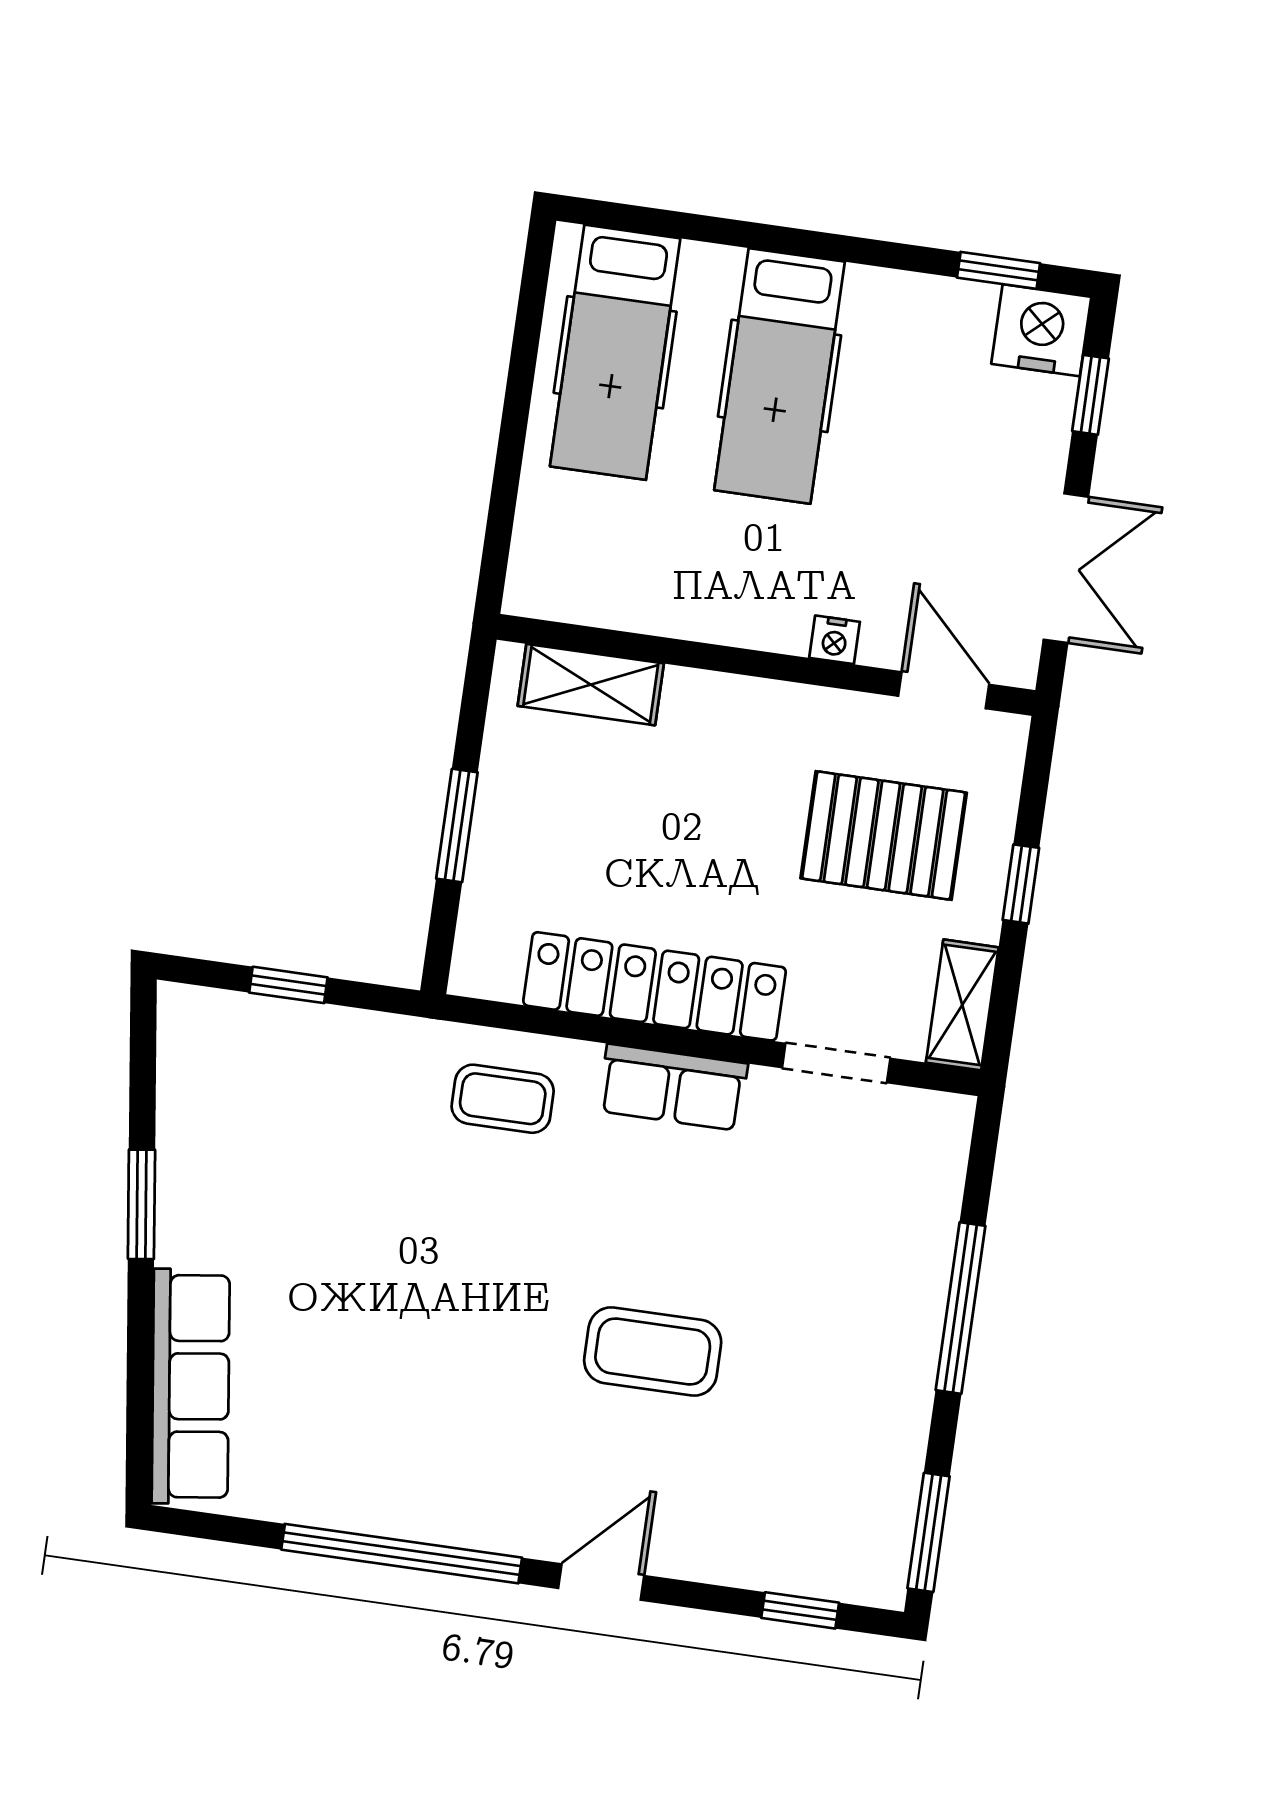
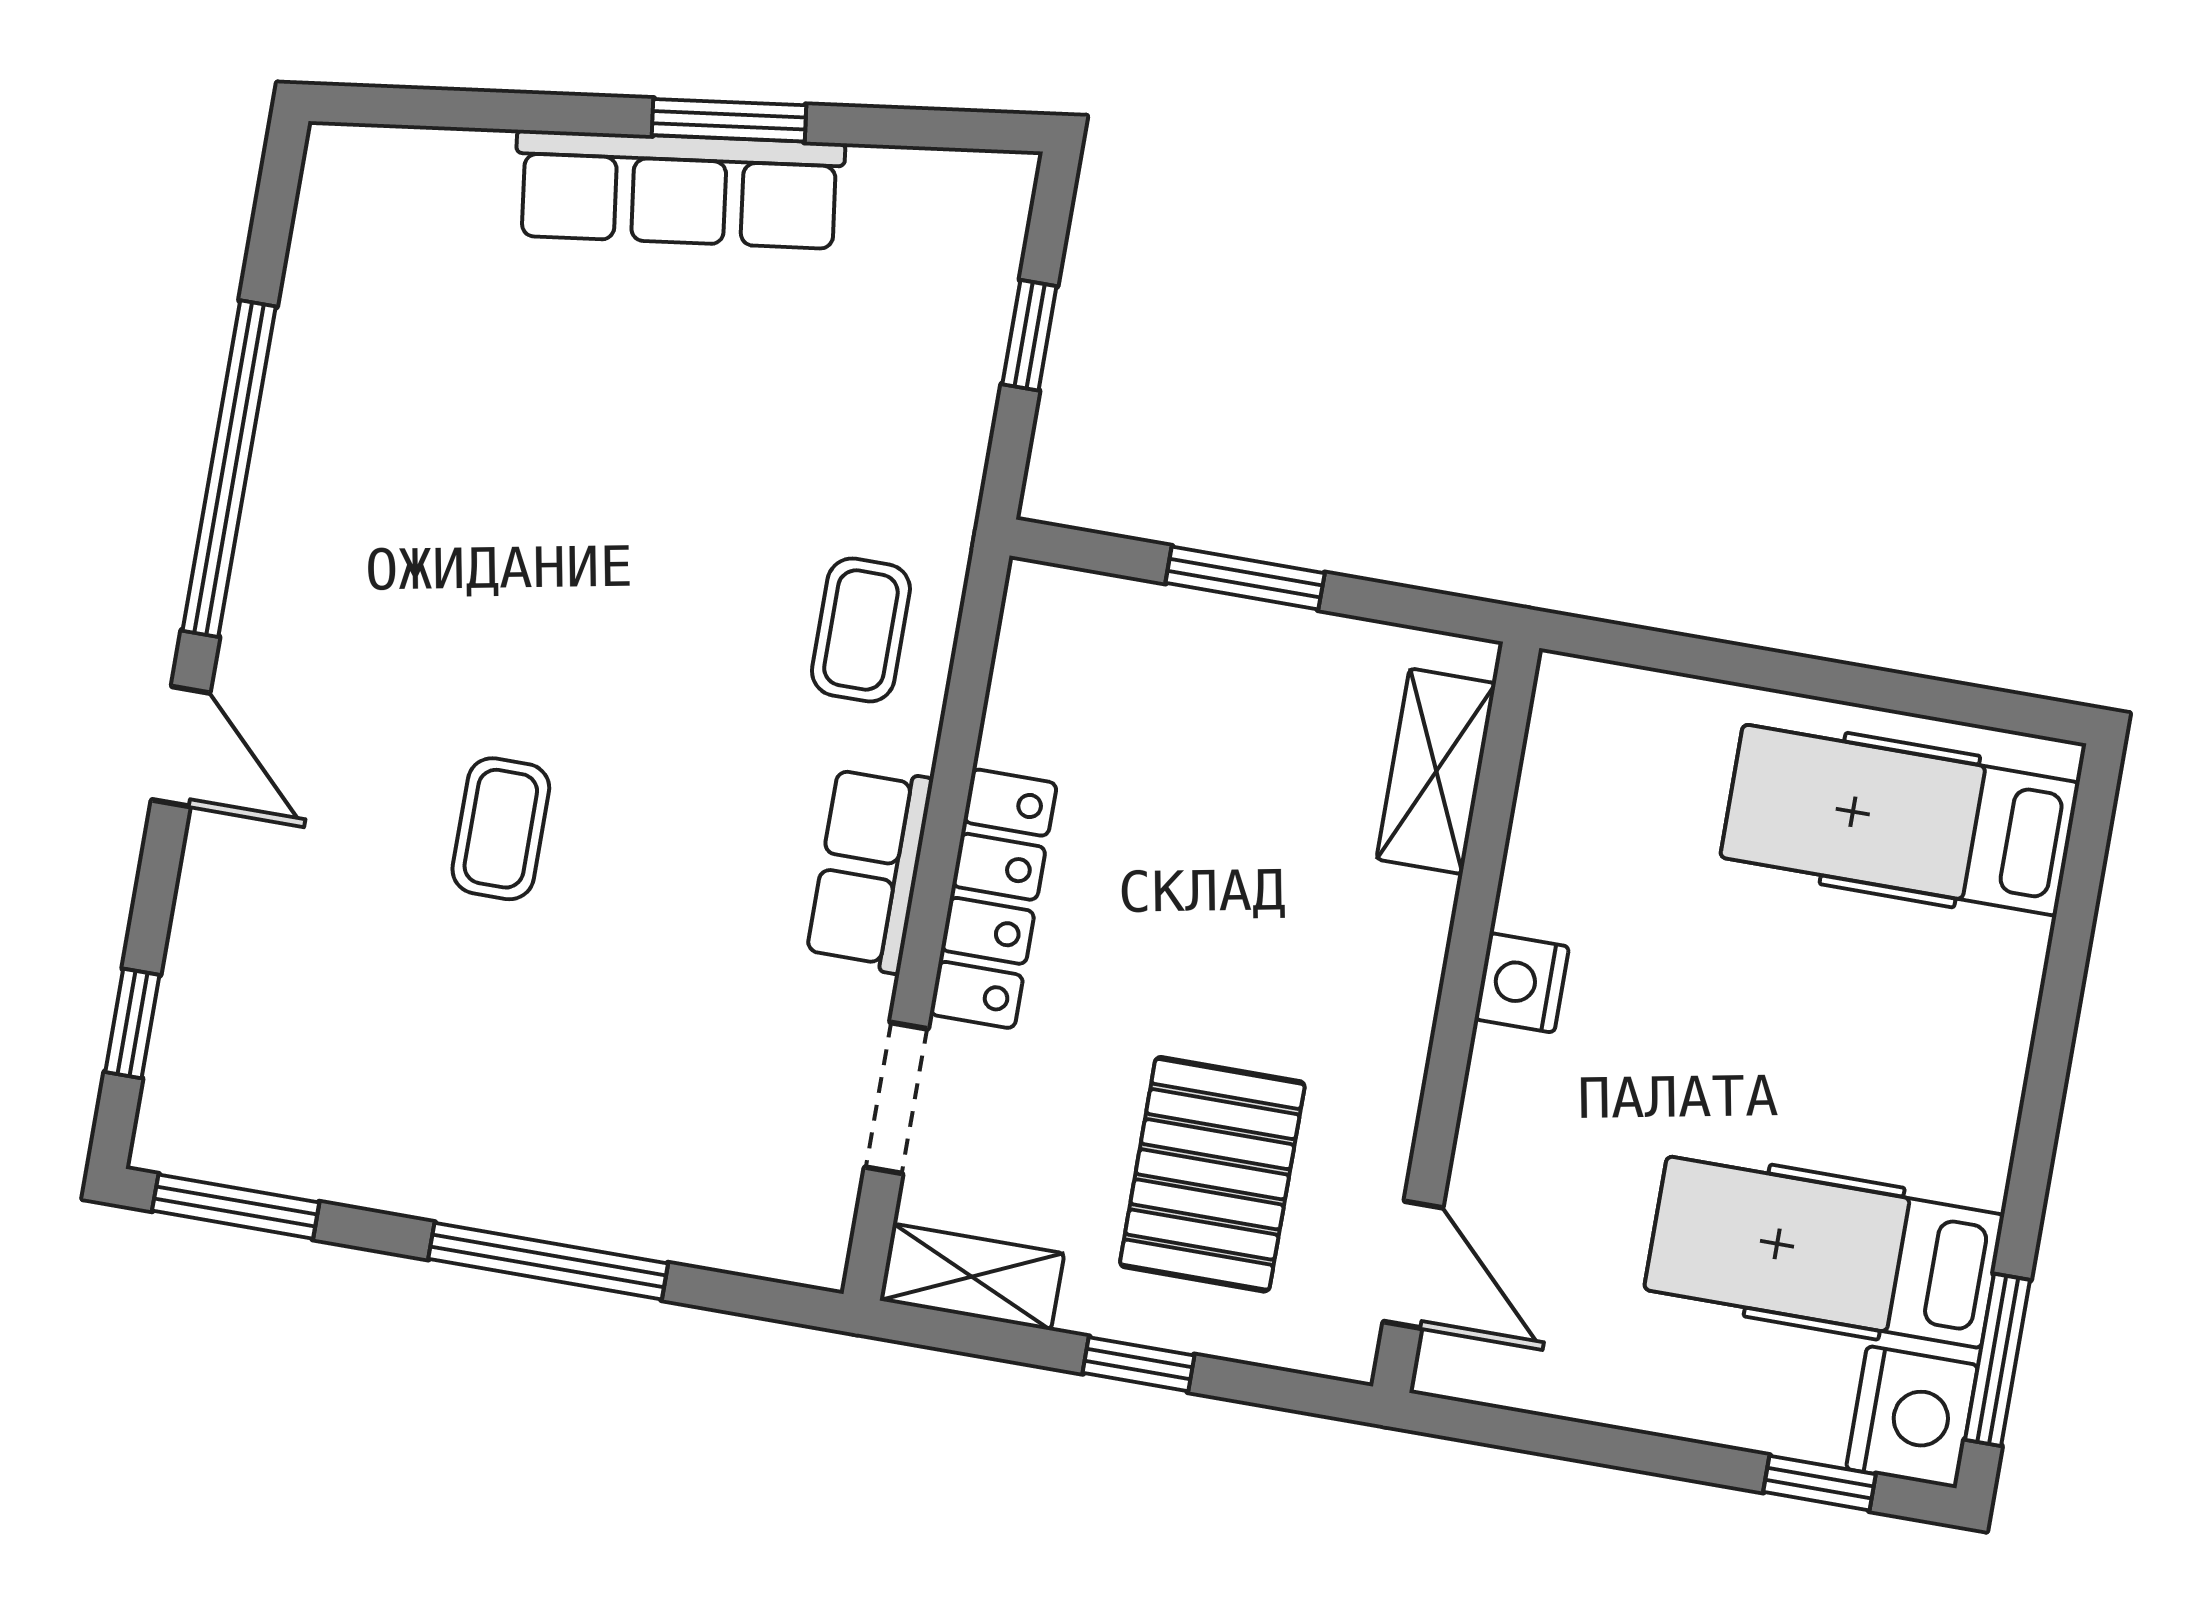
window: (999, 270) -> (1998, 1360), width x1.50
hospital bed: (780, 376) -> (1824, 1252), moved
double door: (1066, 568) -> (1578, 1441), removed
nightstand: (835, 640) -> (1522, 983), moved, width x1.39, depth x1.35
door: (944, 690) -> (1413, 1265), hinge flipped
locker: (655, 986) -> (993, 899), width x0.71, depth x0.83
coffee table: (653, 1351) -> (501, 829), width x0.73, depth x0.77
row of seats: (191, 1386) -> (679, 190), moved

